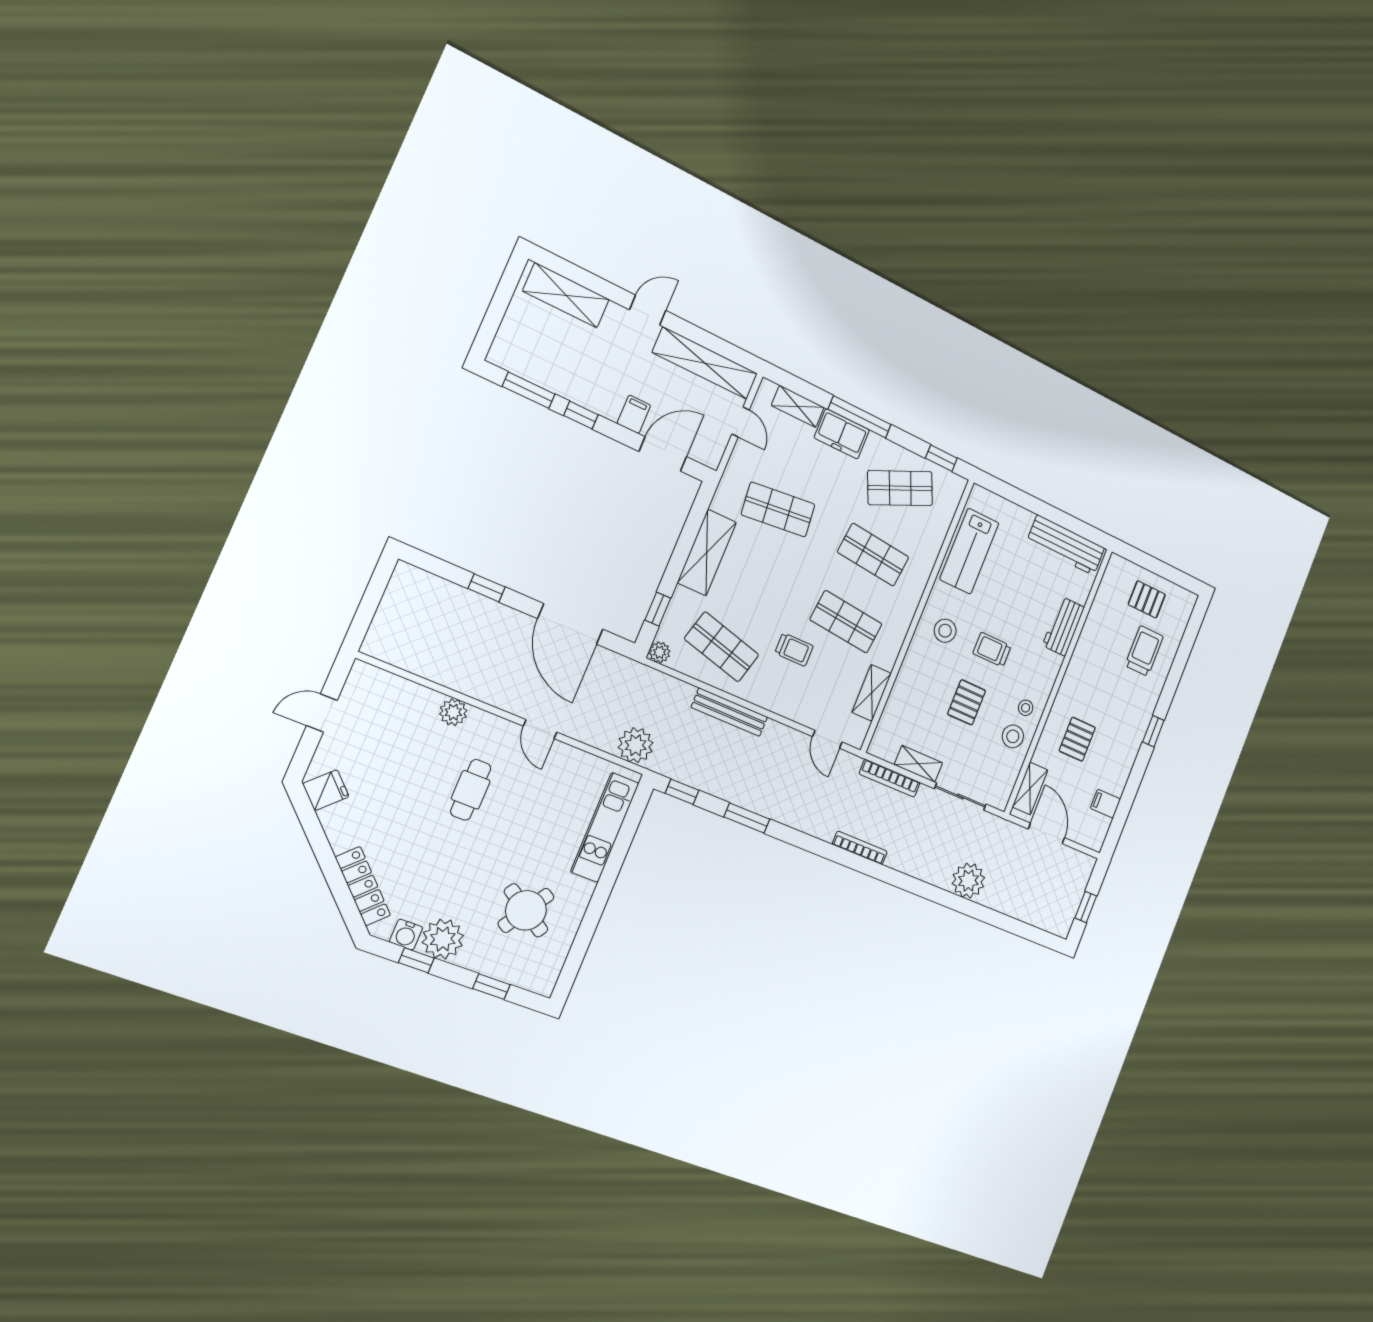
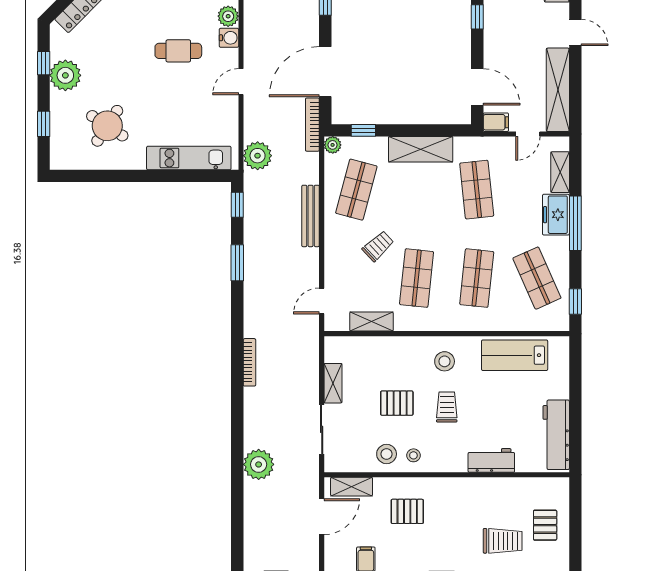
filing cabinet: (634, 414) -> (496, 122), moved
trolley: (794, 650) -> (378, 246), turned -133
bookcase: (890, 778) -> (312, 125), moved
water cooler: (406, 935) -> (229, 38), moved, turned 180

